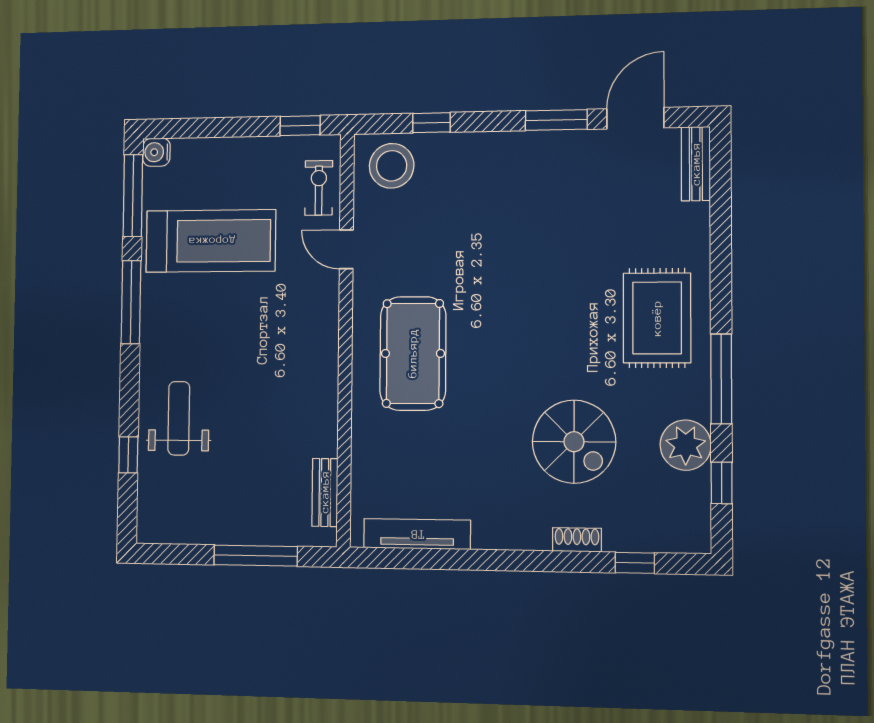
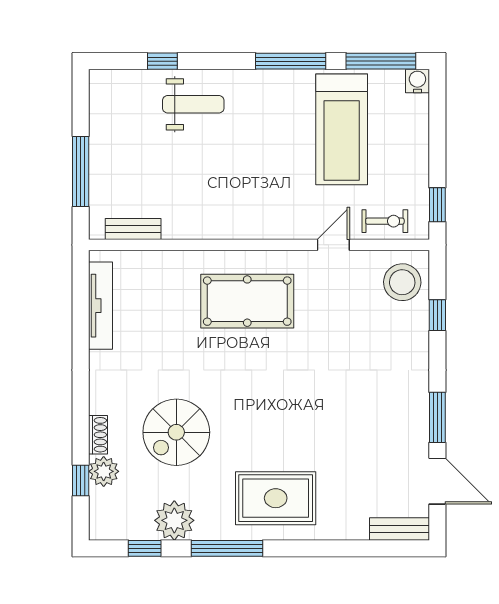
plant: (623, 533) -> (104, 471), added

